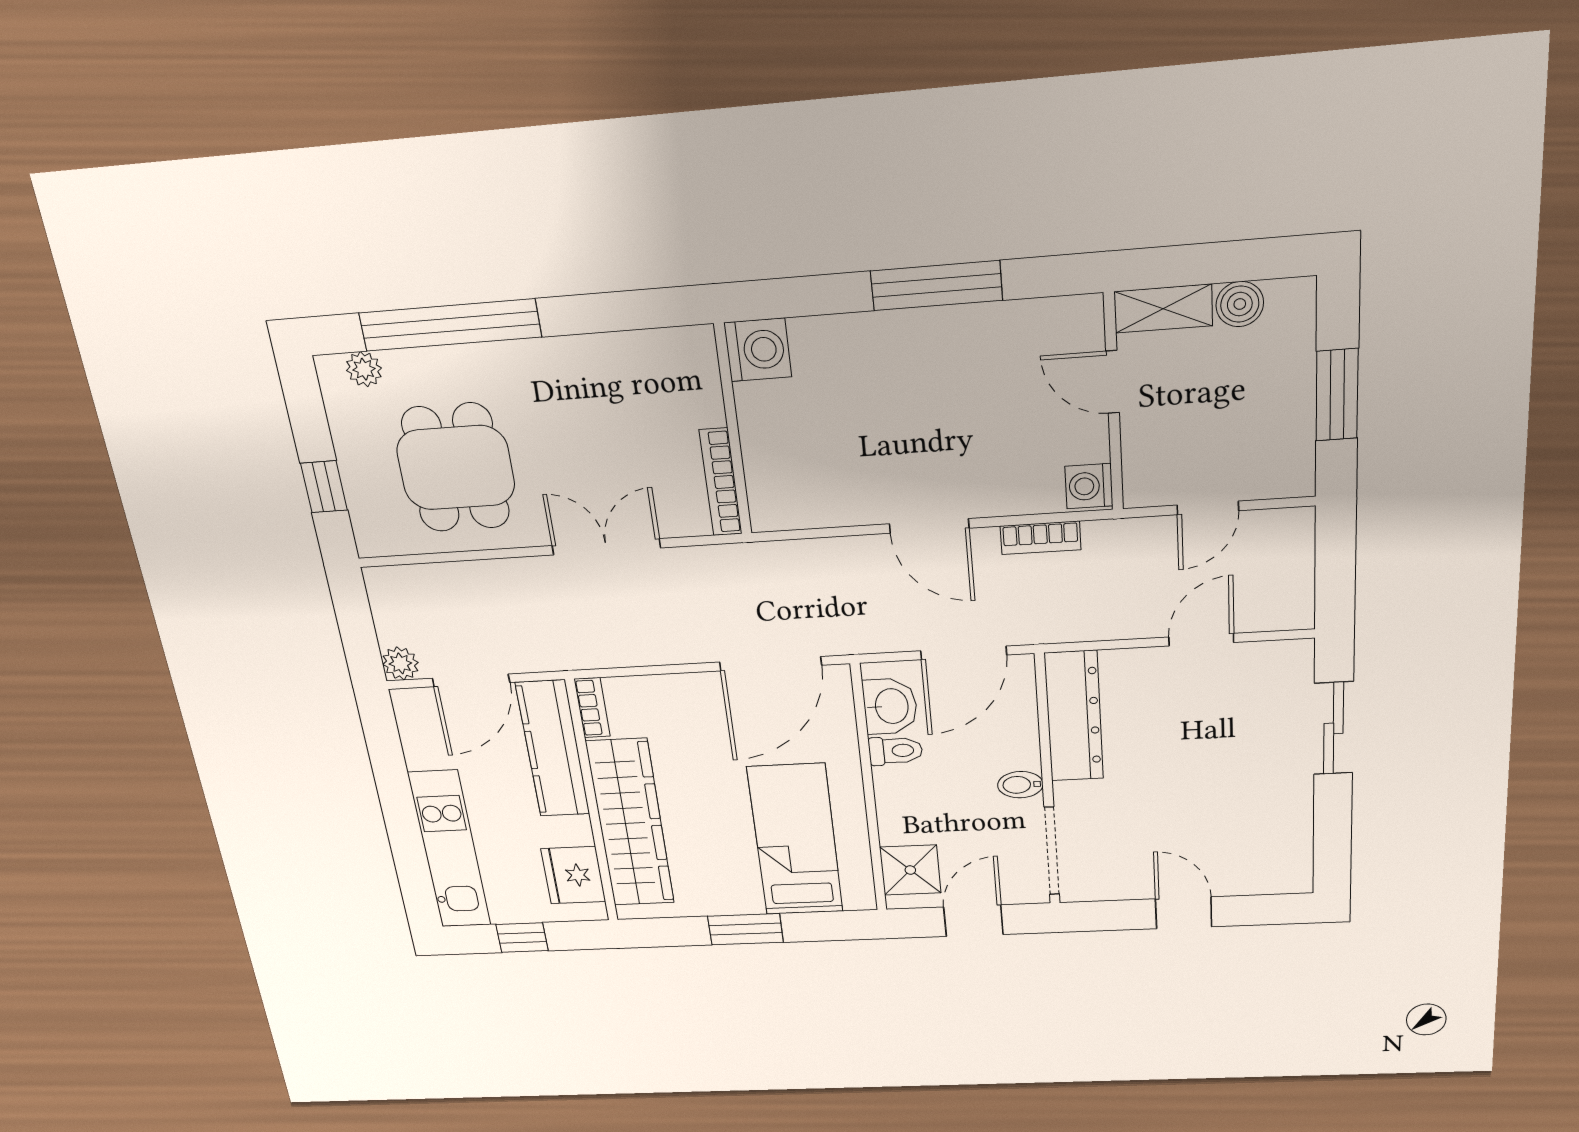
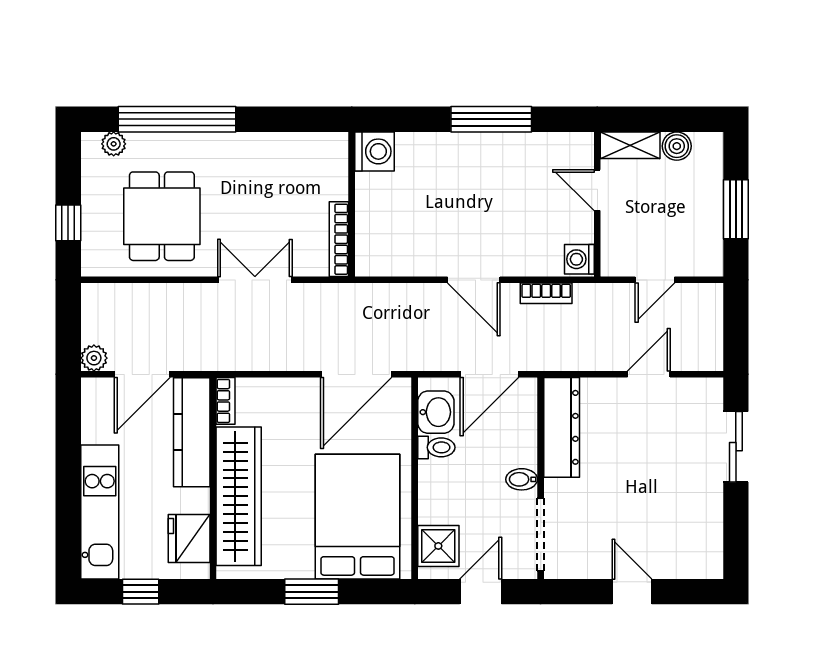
bed: (795, 840) -> (358, 517), width x1.50

